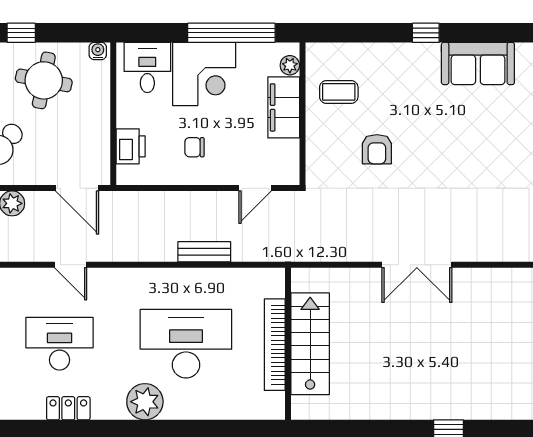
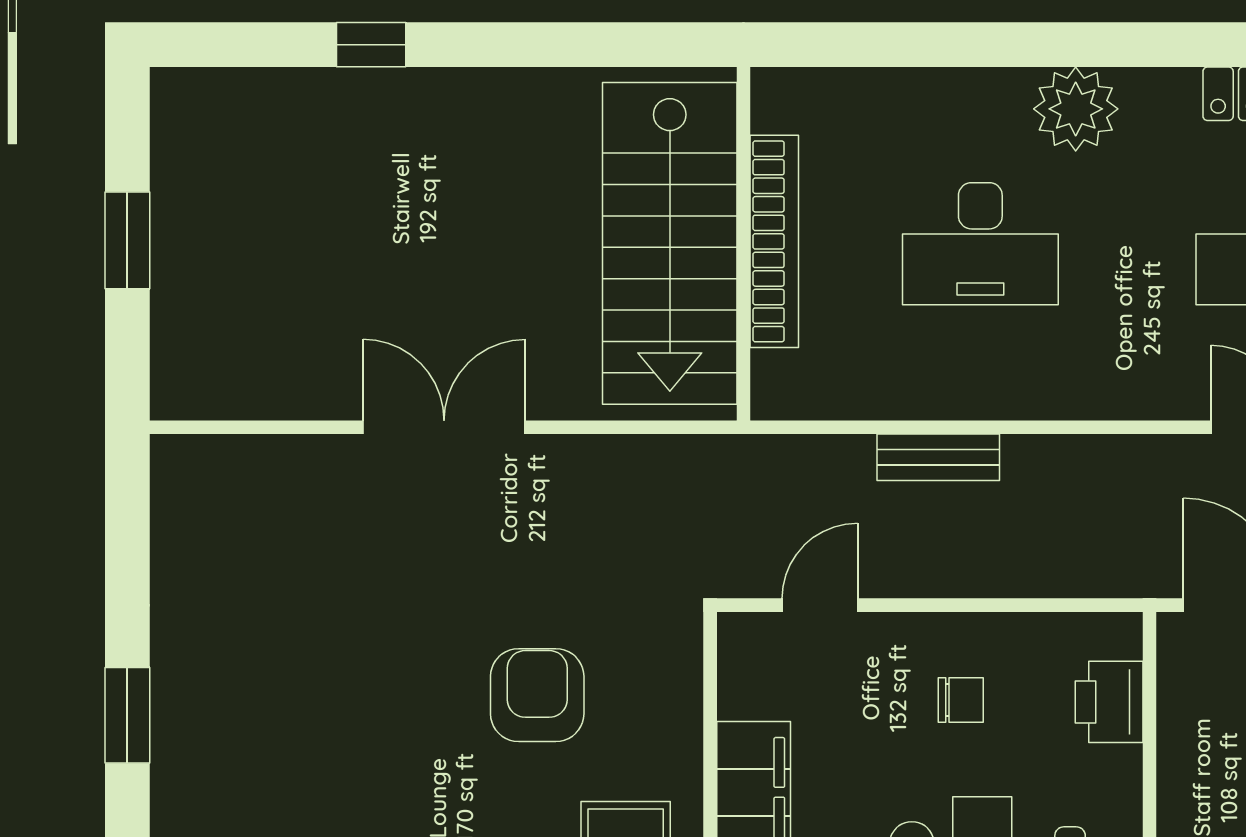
armchair: (377, 149) -> (537, 695), width x1.38, depth x1.38
desk: (186, 344) -> (980, 244), width x0.73, depth x0.77
stairs: (310, 344) -> (670, 243), width x1.36, depth x1.51

